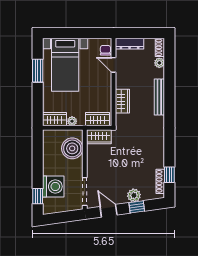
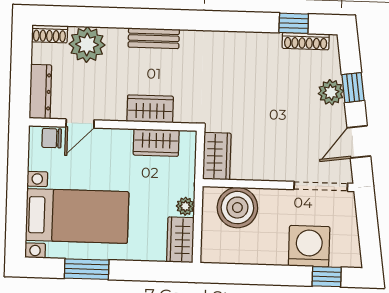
plant: (159, 63) -> (87, 44), width x1.88, depth x1.88
bench: (159, 97) -> (154, 38), width x0.73
wardrobe: (97, 119) -> (156, 143), moved, turned -90

